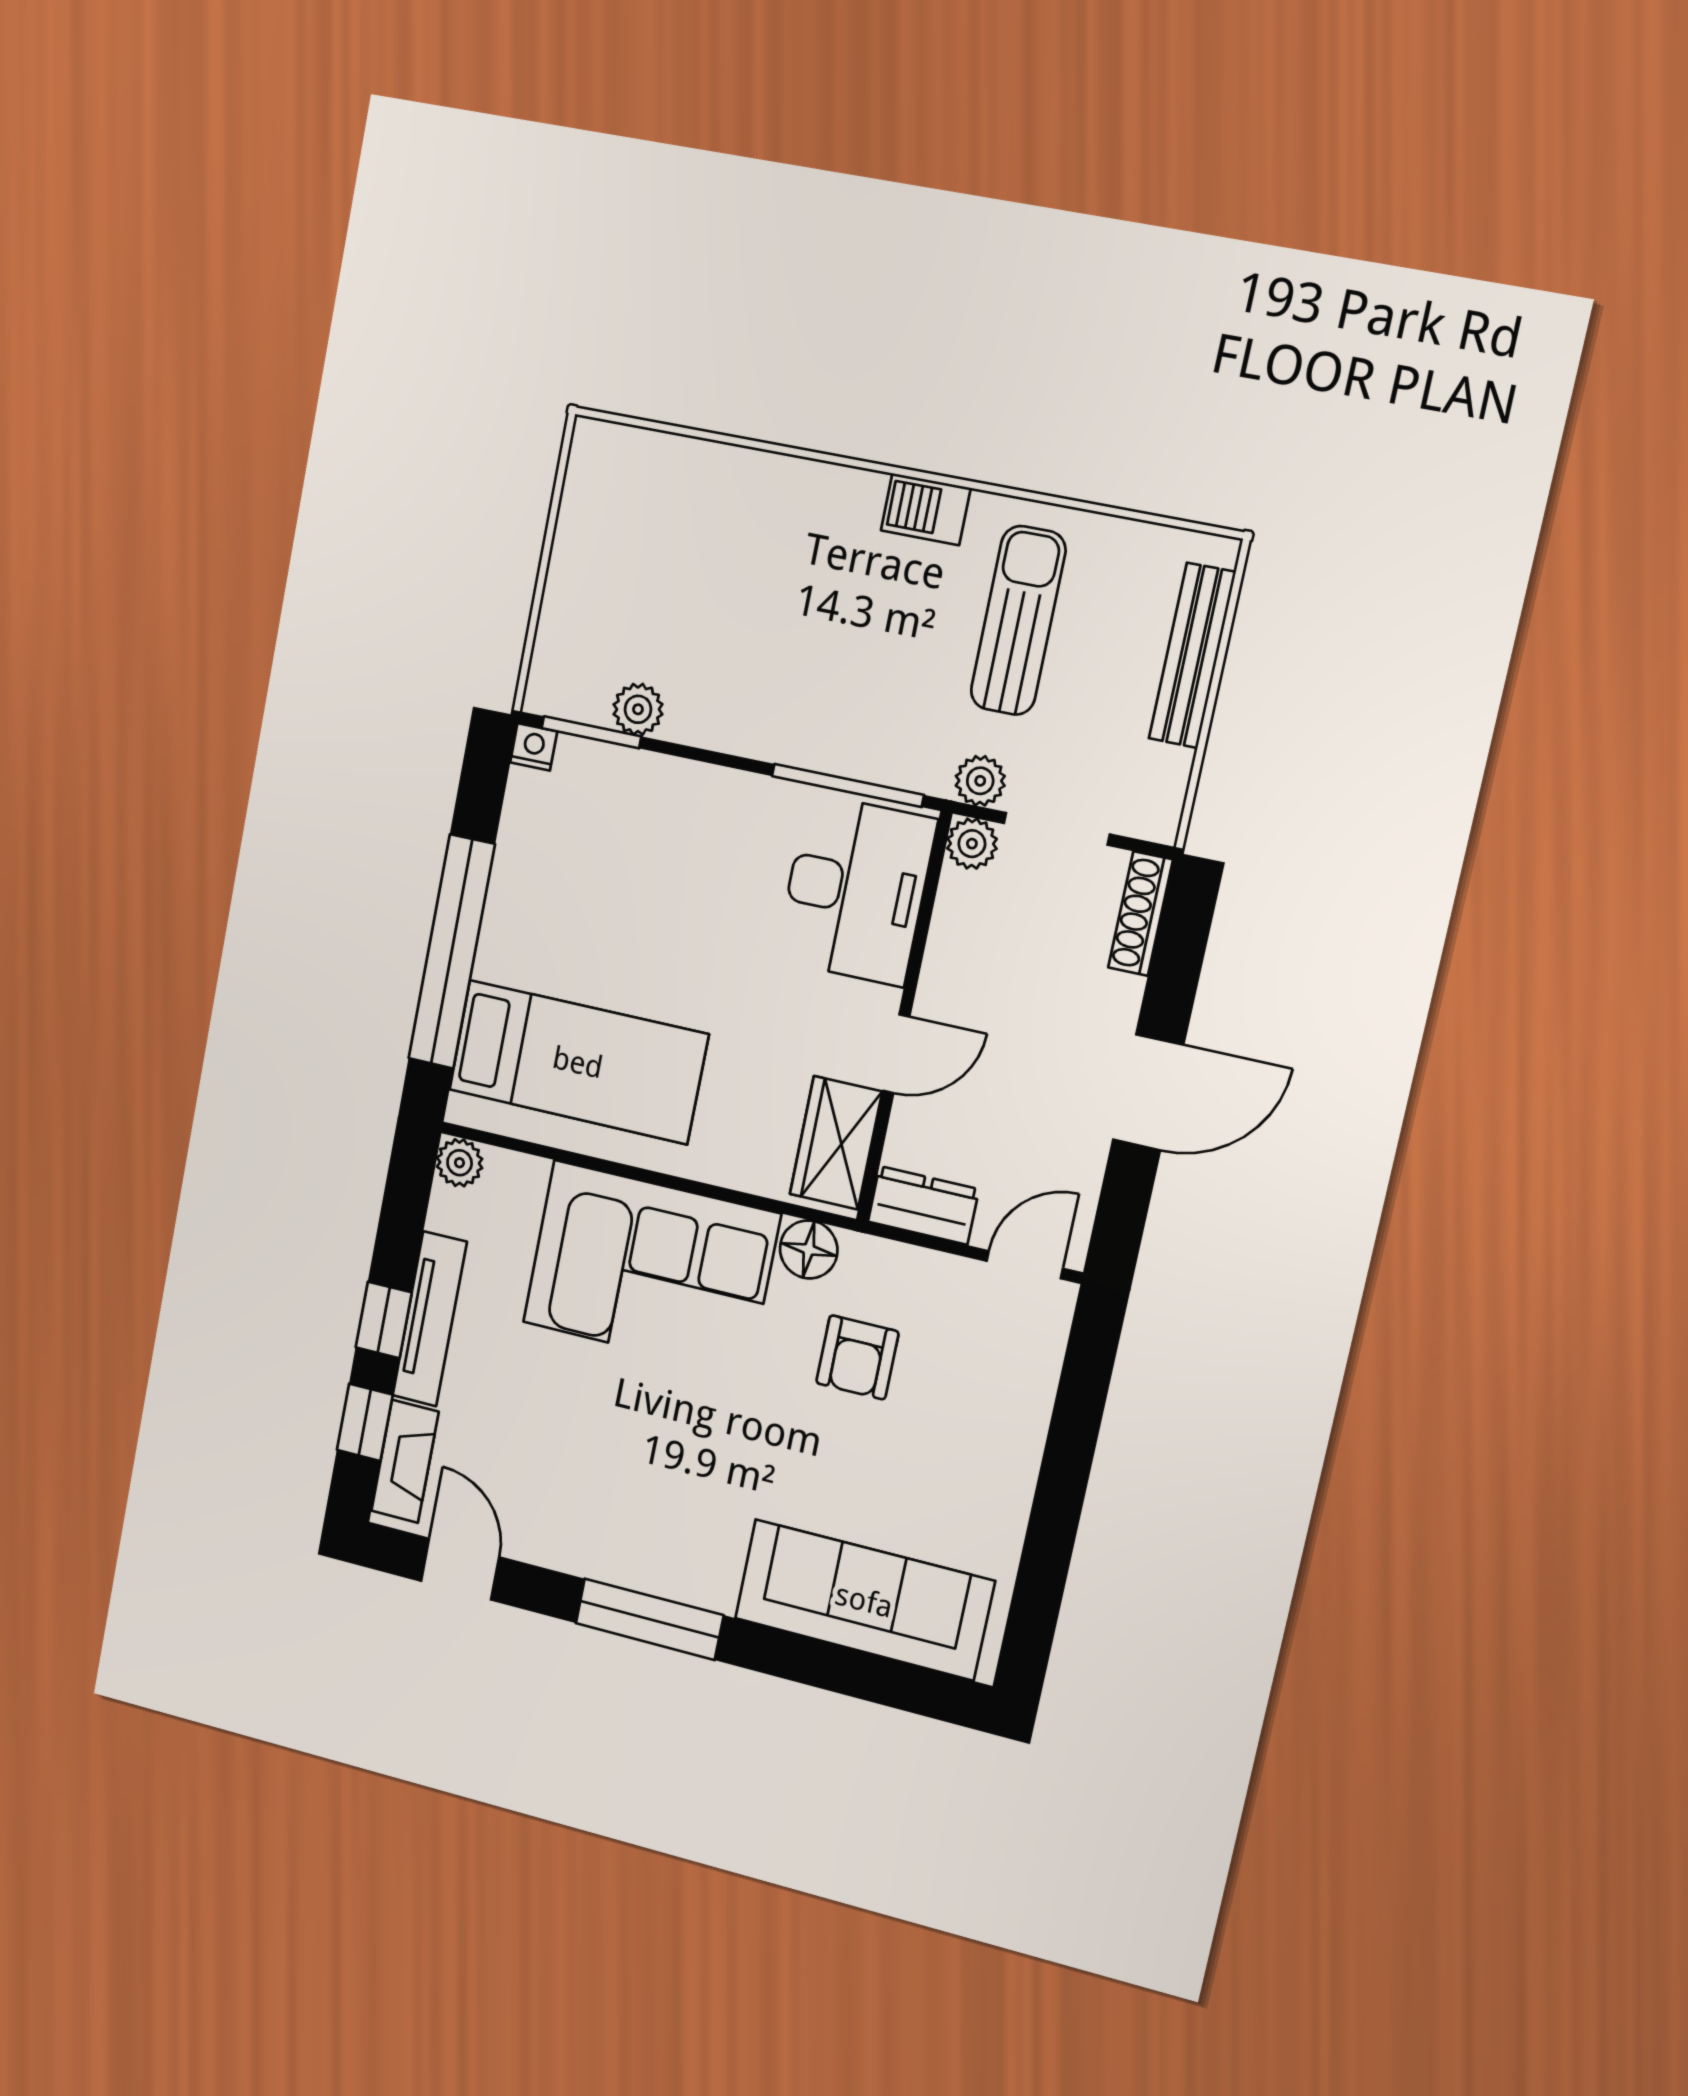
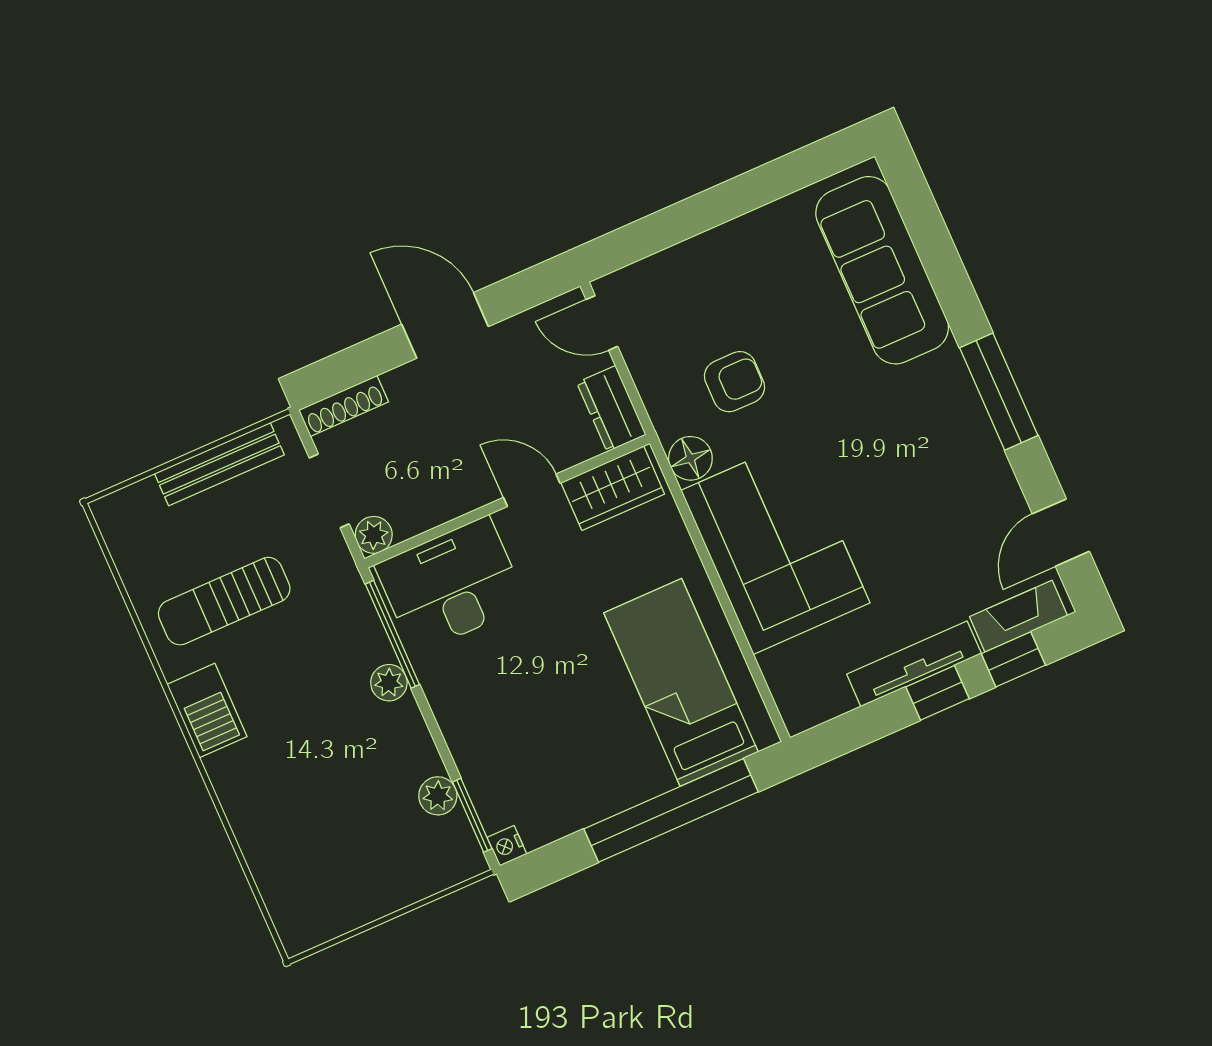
barbecue: (926, 509) -> (207, 711), width x1.38, depth x1.27
bench: (1192, 656) -> (219, 464), moved
plant: (980, 781) -> (389, 683), moved
plant: (460, 1163) -> (800, 714), removed

